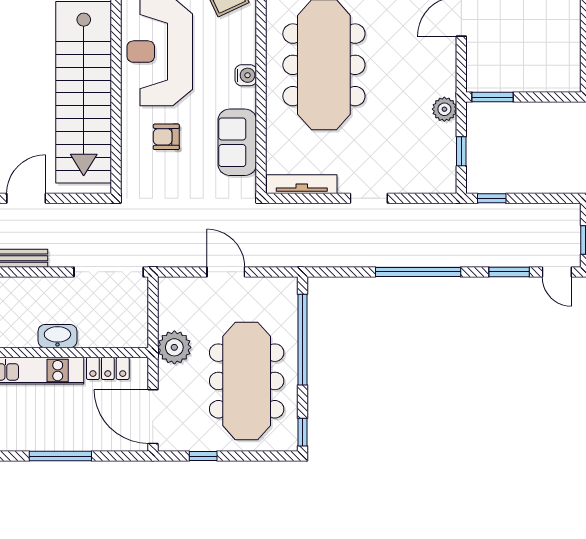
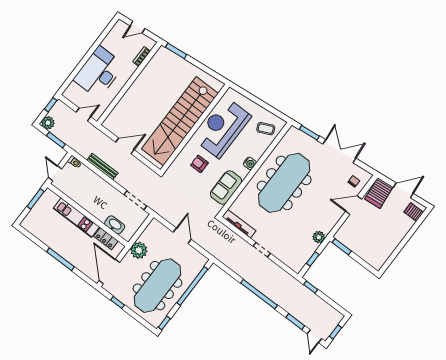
doorway: (109, 272) -> (135, 200), width x0.73
washbasin: (57, 336) -> (115, 225), moved

